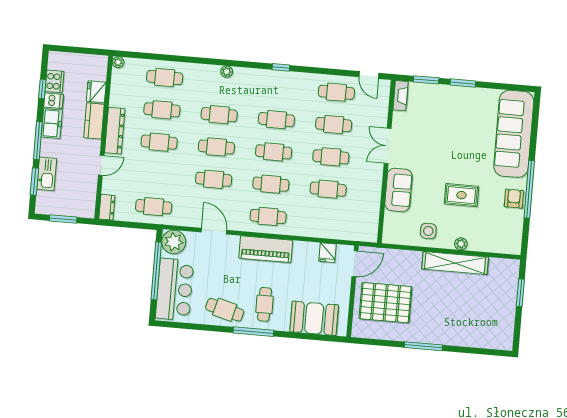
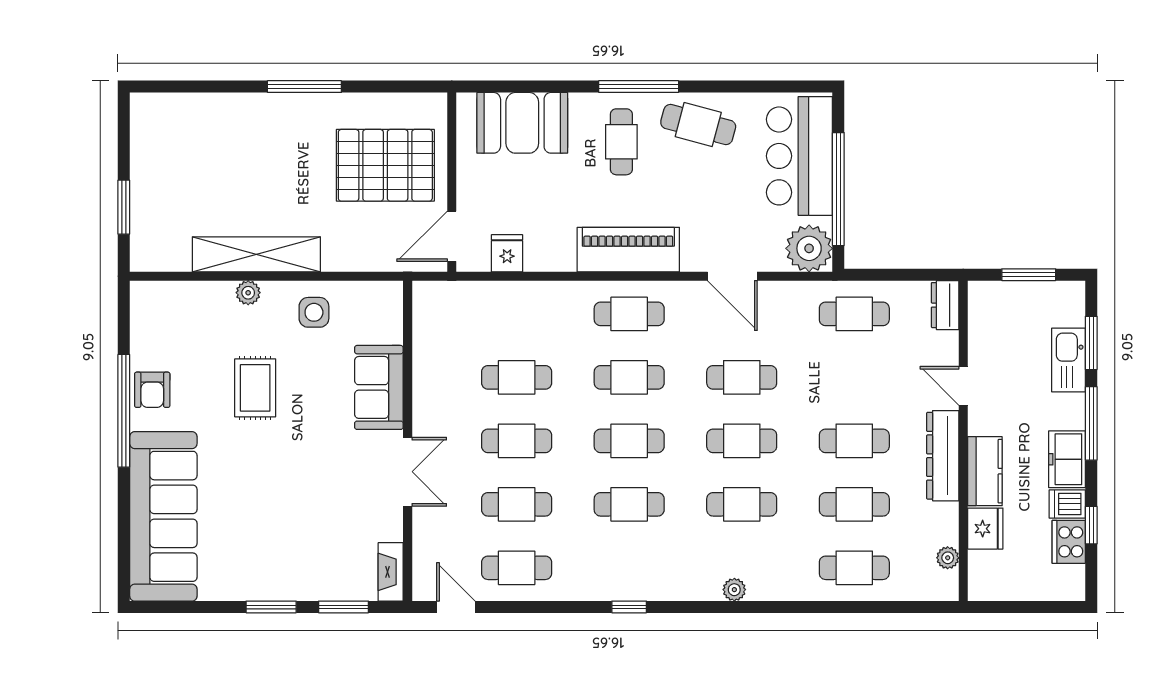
plant: (118, 62) -> (948, 558), moved
door: (101, 165) -> (963, 386), hinge flipped
rug: (461, 195) -> (255, 388), turned 90

